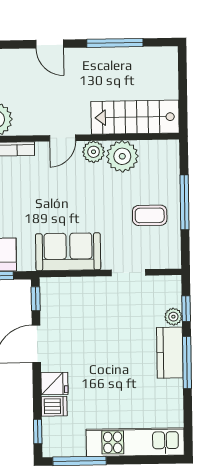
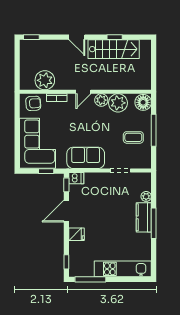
window: (115, 43) -> (115, 37), width x0.46
stairs: (135, 117) -> (114, 49), moved, turned 180
floor lamp: (166, 155) -> (143, 102), added
window: (186, 309) -> (154, 192), removed
dishwasher: (54, 406) -> (76, 178), moved

